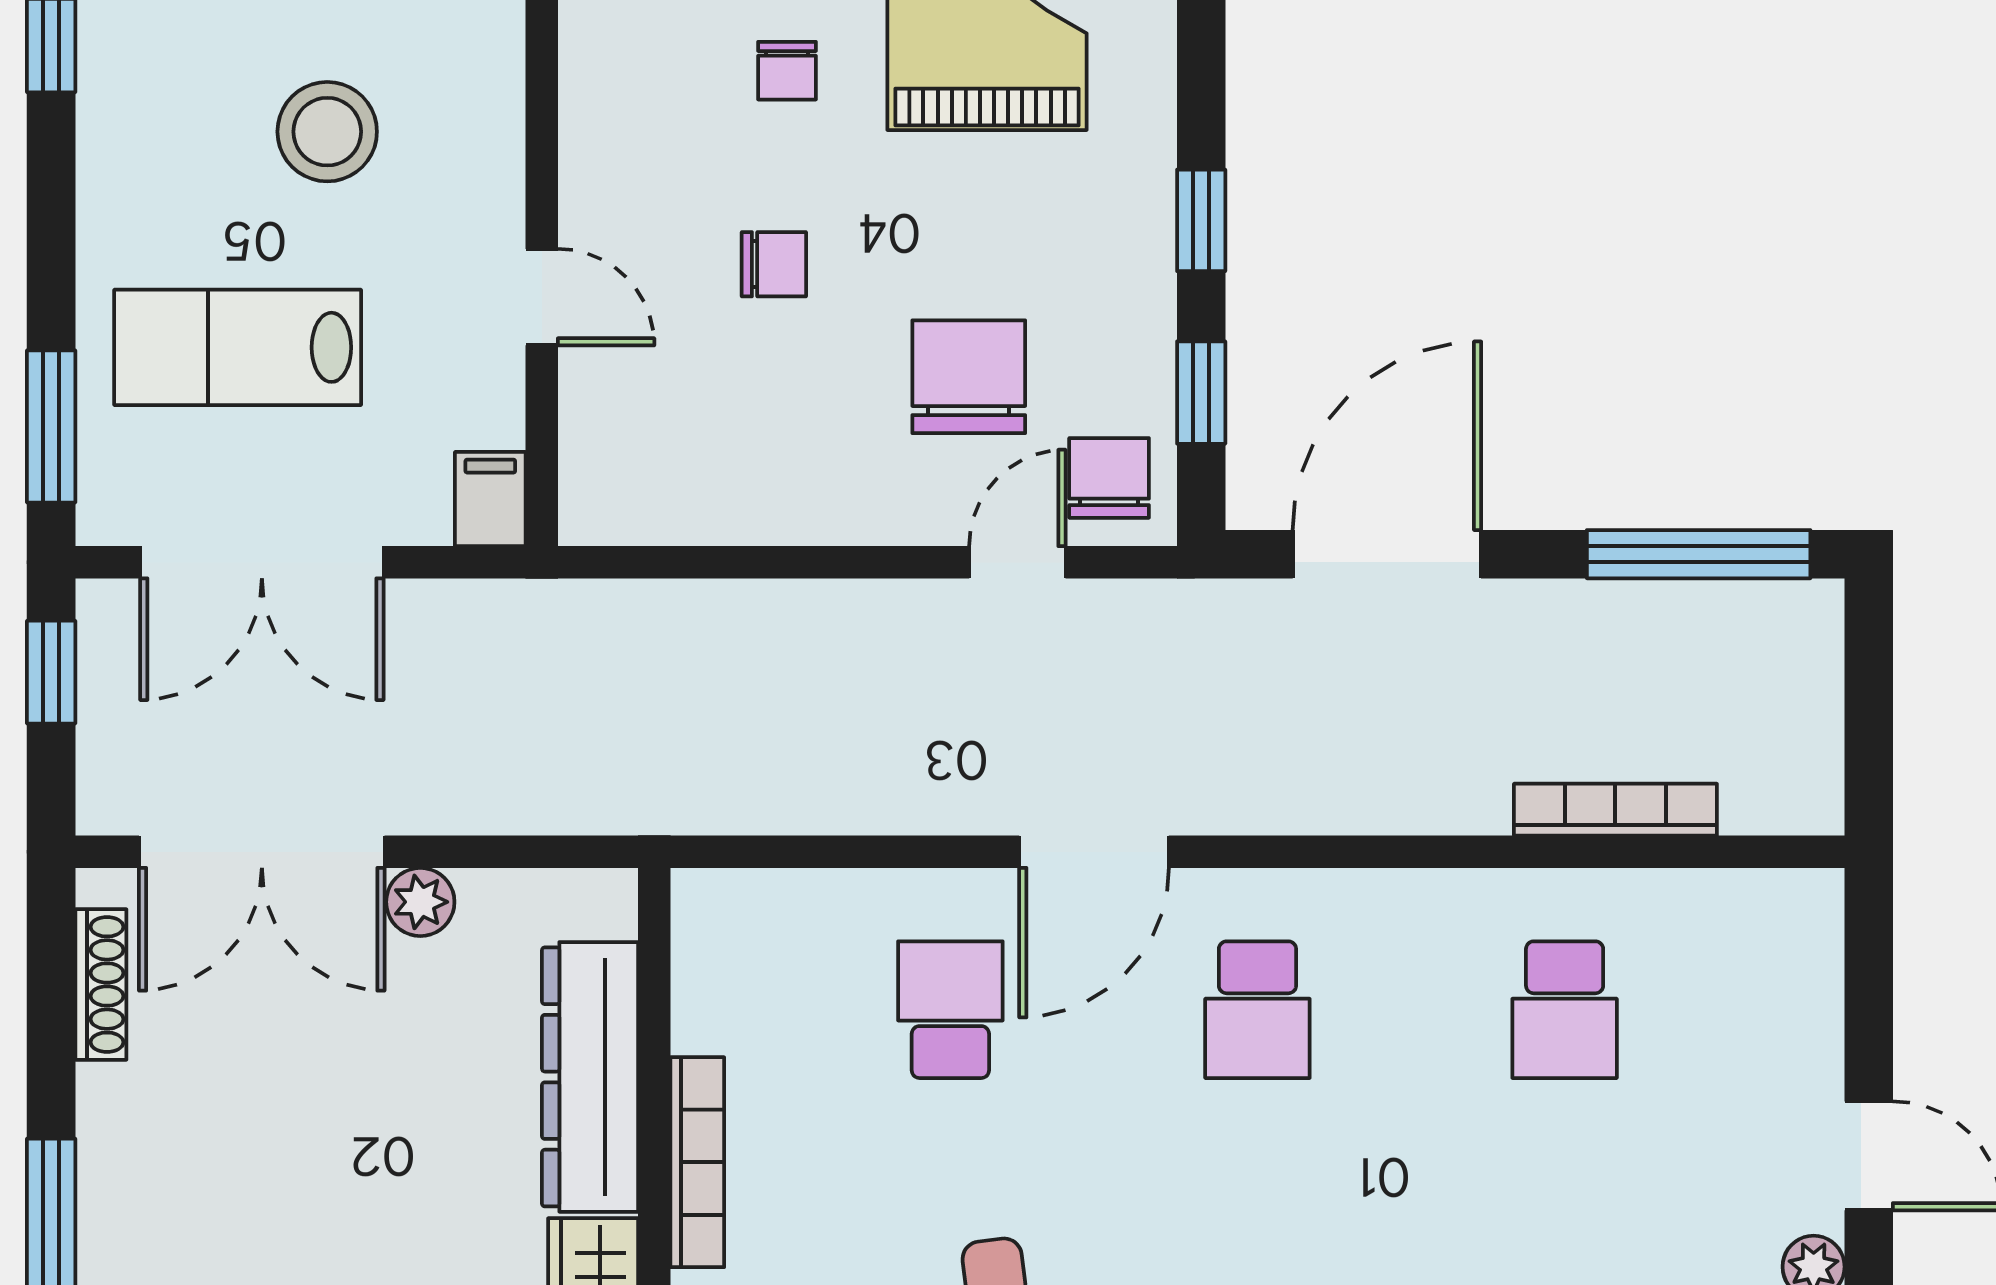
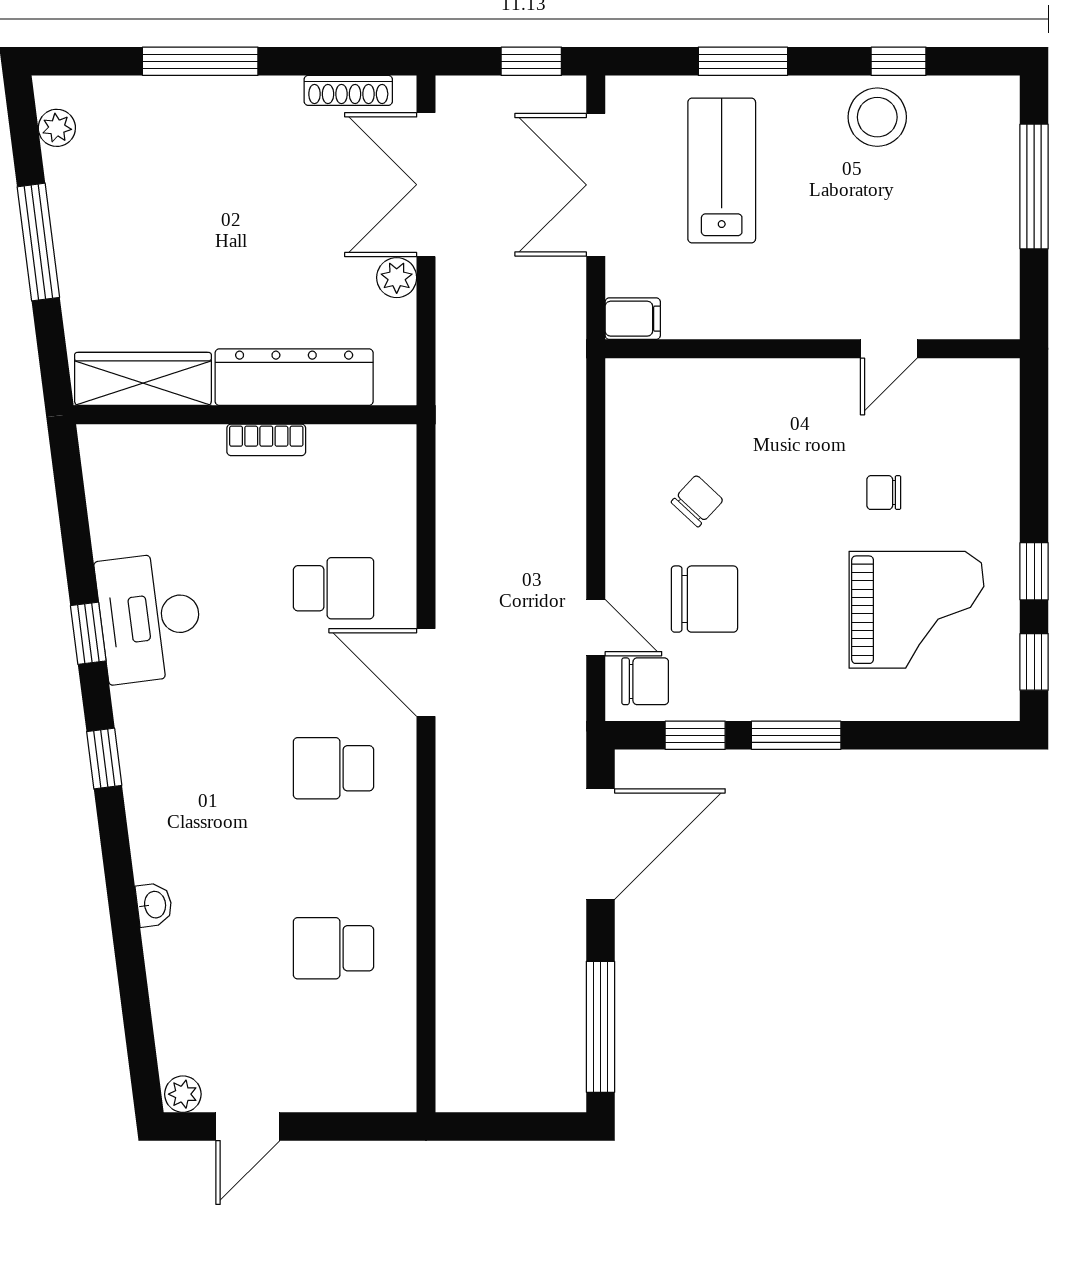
stool: (327, 132) -> (877, 117), moved
window: (1201, 220) -> (796, 735), width x1.50
chair: (774, 264) -> (697, 501), moved, turned -137
door: (542, 297) -> (889, 349), moved
window: (51, 426) -> (743, 61), moved
door: (1387, 554) -> (600, 844), hinge flipped
bookcase: (1615, 810) -> (451, 978), removed
bookcase: (697, 1162) -> (266, 440), width x0.64

